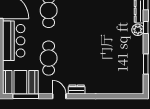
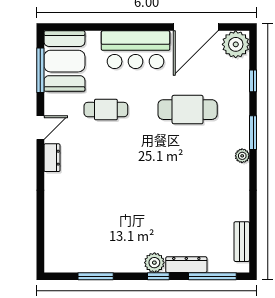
cafe table: (49, 58) -> (106, 110), width x0.73, depth x0.74

